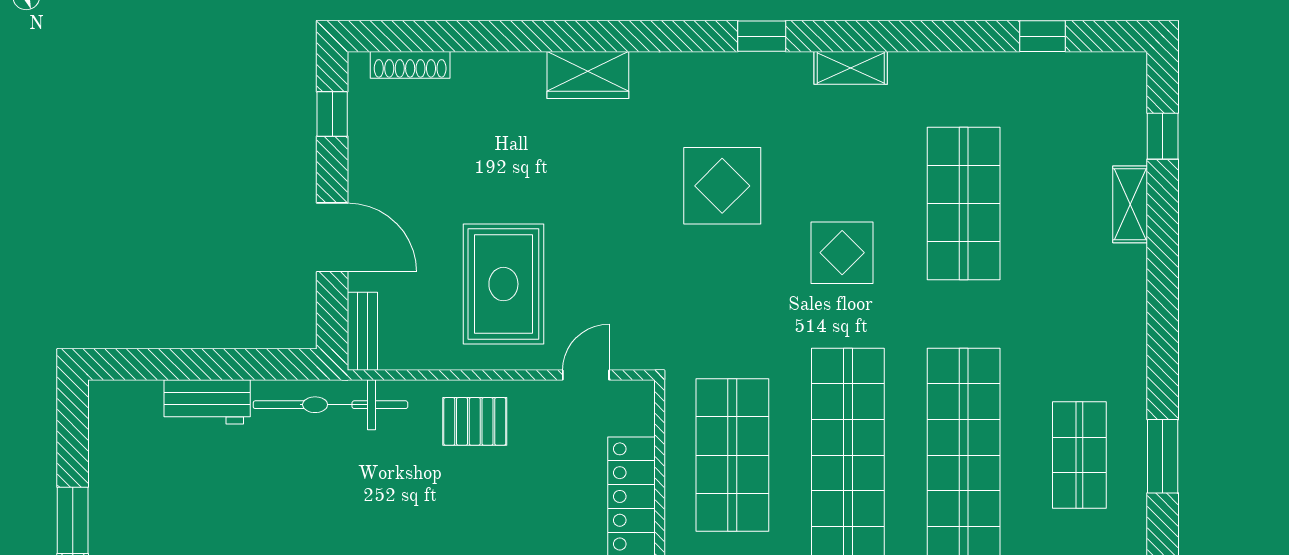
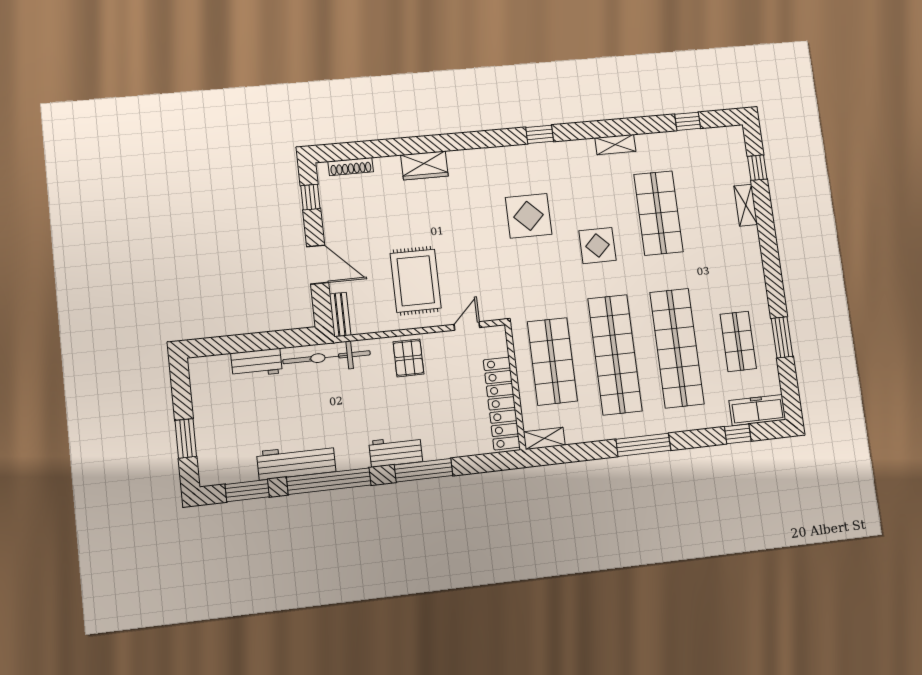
shelving: (851, 68) -> (615, 145), moved
wardrobe: (588, 75) -> (424, 166), moved
pallet: (475, 421) -> (408, 358), turned 90

